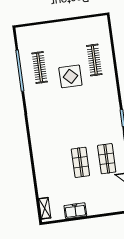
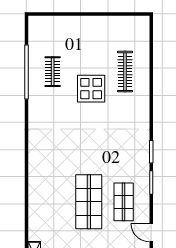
clothes rail: (40, 68) -> (53, 72), width x0.73
shop shelf: (80, 162) -> (89, 202), width x1.43, depth x1.36

